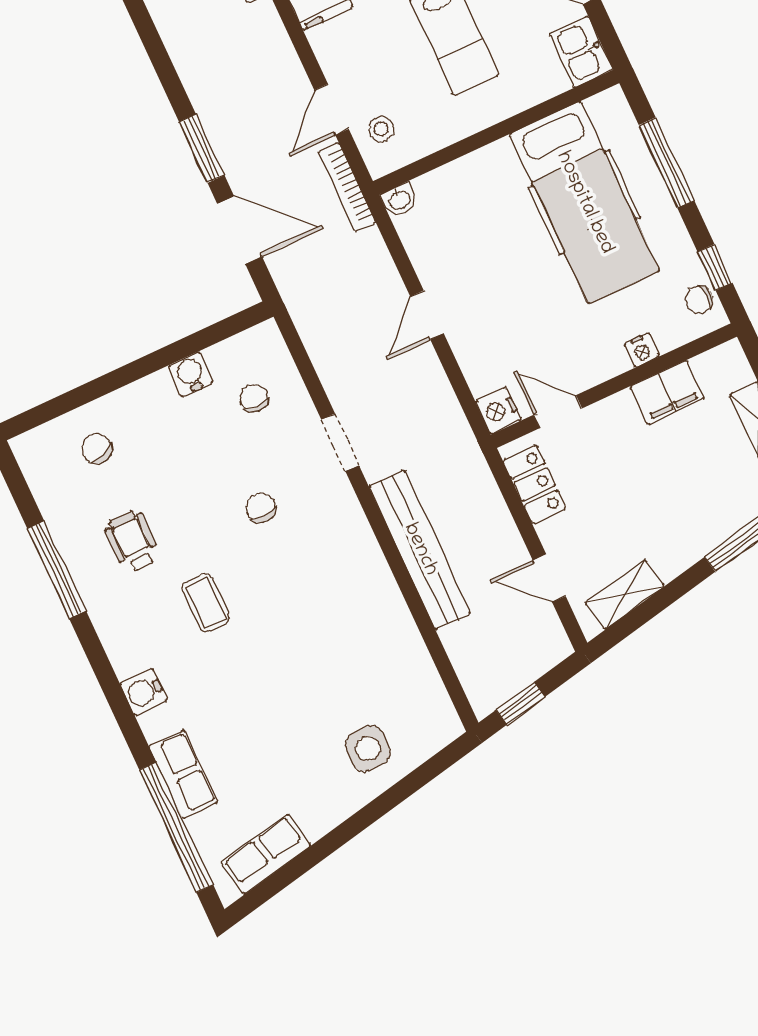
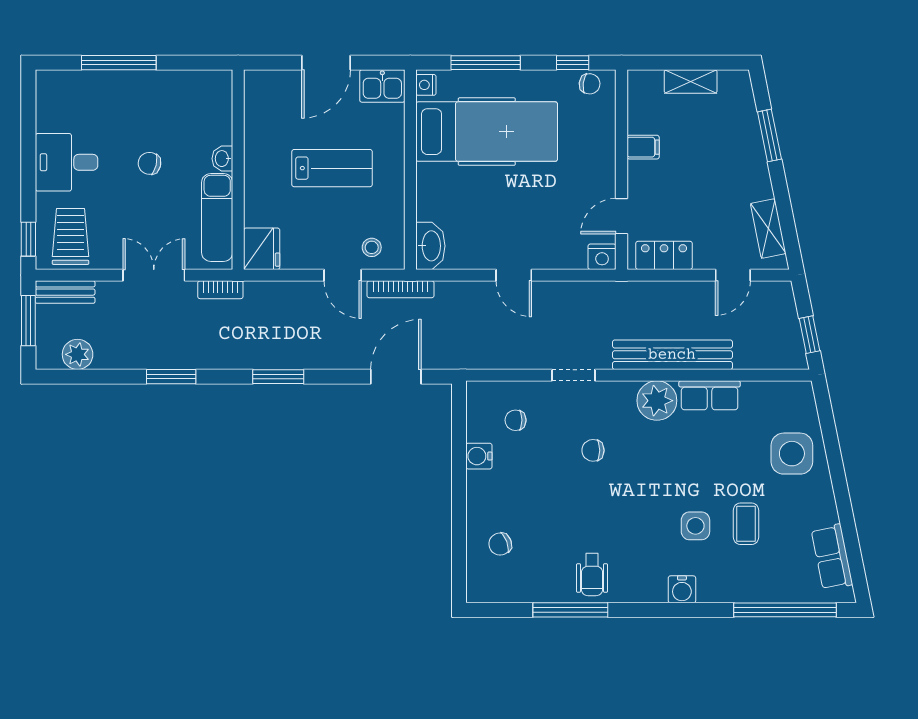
window: (202, 149) -> (278, 377), moved
washbasin: (400, 200) -> (430, 246), width x1.91, depth x1.45
chair: (699, 299) -> (590, 84), turned -83
nightstand: (642, 350) -> (426, 85), moved, turned 180
filing cabinet: (667, 392) -> (643, 147), width x0.50
wheelchair: (132, 542) -> (592, 575), moved, turned -90
plant: (356, 557) -> (657, 401), added
coffee table: (206, 603) -> (746, 524), moved, turned 90
side table: (227, 673) -> (695, 526), added
side table: (368, 748) -> (792, 454), width x1.37, depth x1.37
row of seats: (183, 774) -> (710, 395), moved, turned 180

